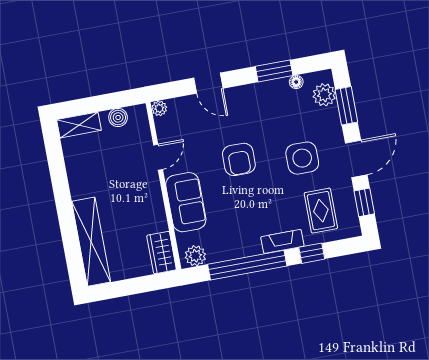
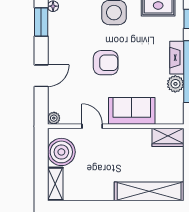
boiler: (118, 117) -> (61, 152), width x1.86, depth x1.86
fireplace: (282, 241) -> (177, 58), moved
plant: (195, 256) -> (175, 84), moved

